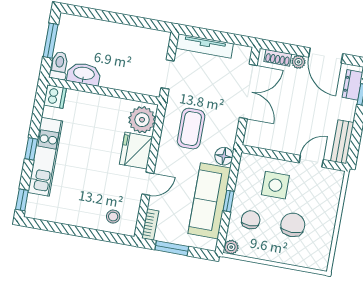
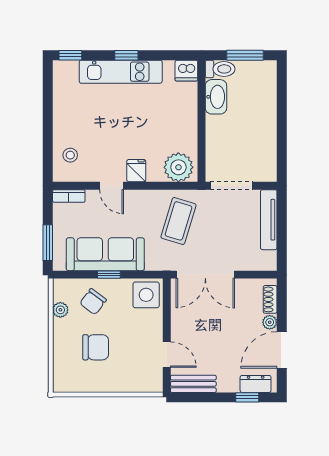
doorway: (168, 74) -> (231, 186), width x1.38
double door: (248, 92) -> (205, 275), moved
coffee table: (191, 129) -> (178, 221), turned -73
fridge: (136, 151) -> (136, 171), width x0.53, depth x0.75
floor lamp: (224, 156) -> (155, 261), removed
side table: (275, 185) -> (146, 295), moved
chair: (251, 220) -> (93, 302), turned 127
plant: (231, 247) -> (60, 310), moved
window: (172, 248) -> (48, 243), moved

